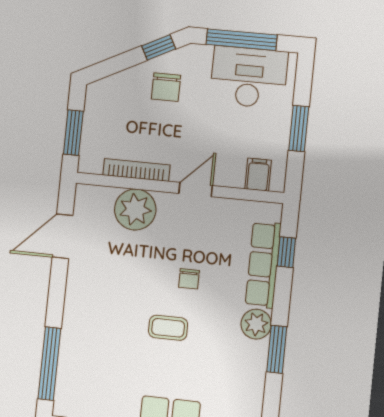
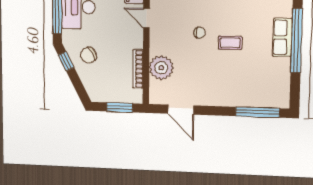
chair: (166, 87) -> (88, 55), turned 150
door: (196, 189) -> (146, 18), moved
coffee table: (168, 328) -> (230, 43), turned 90

